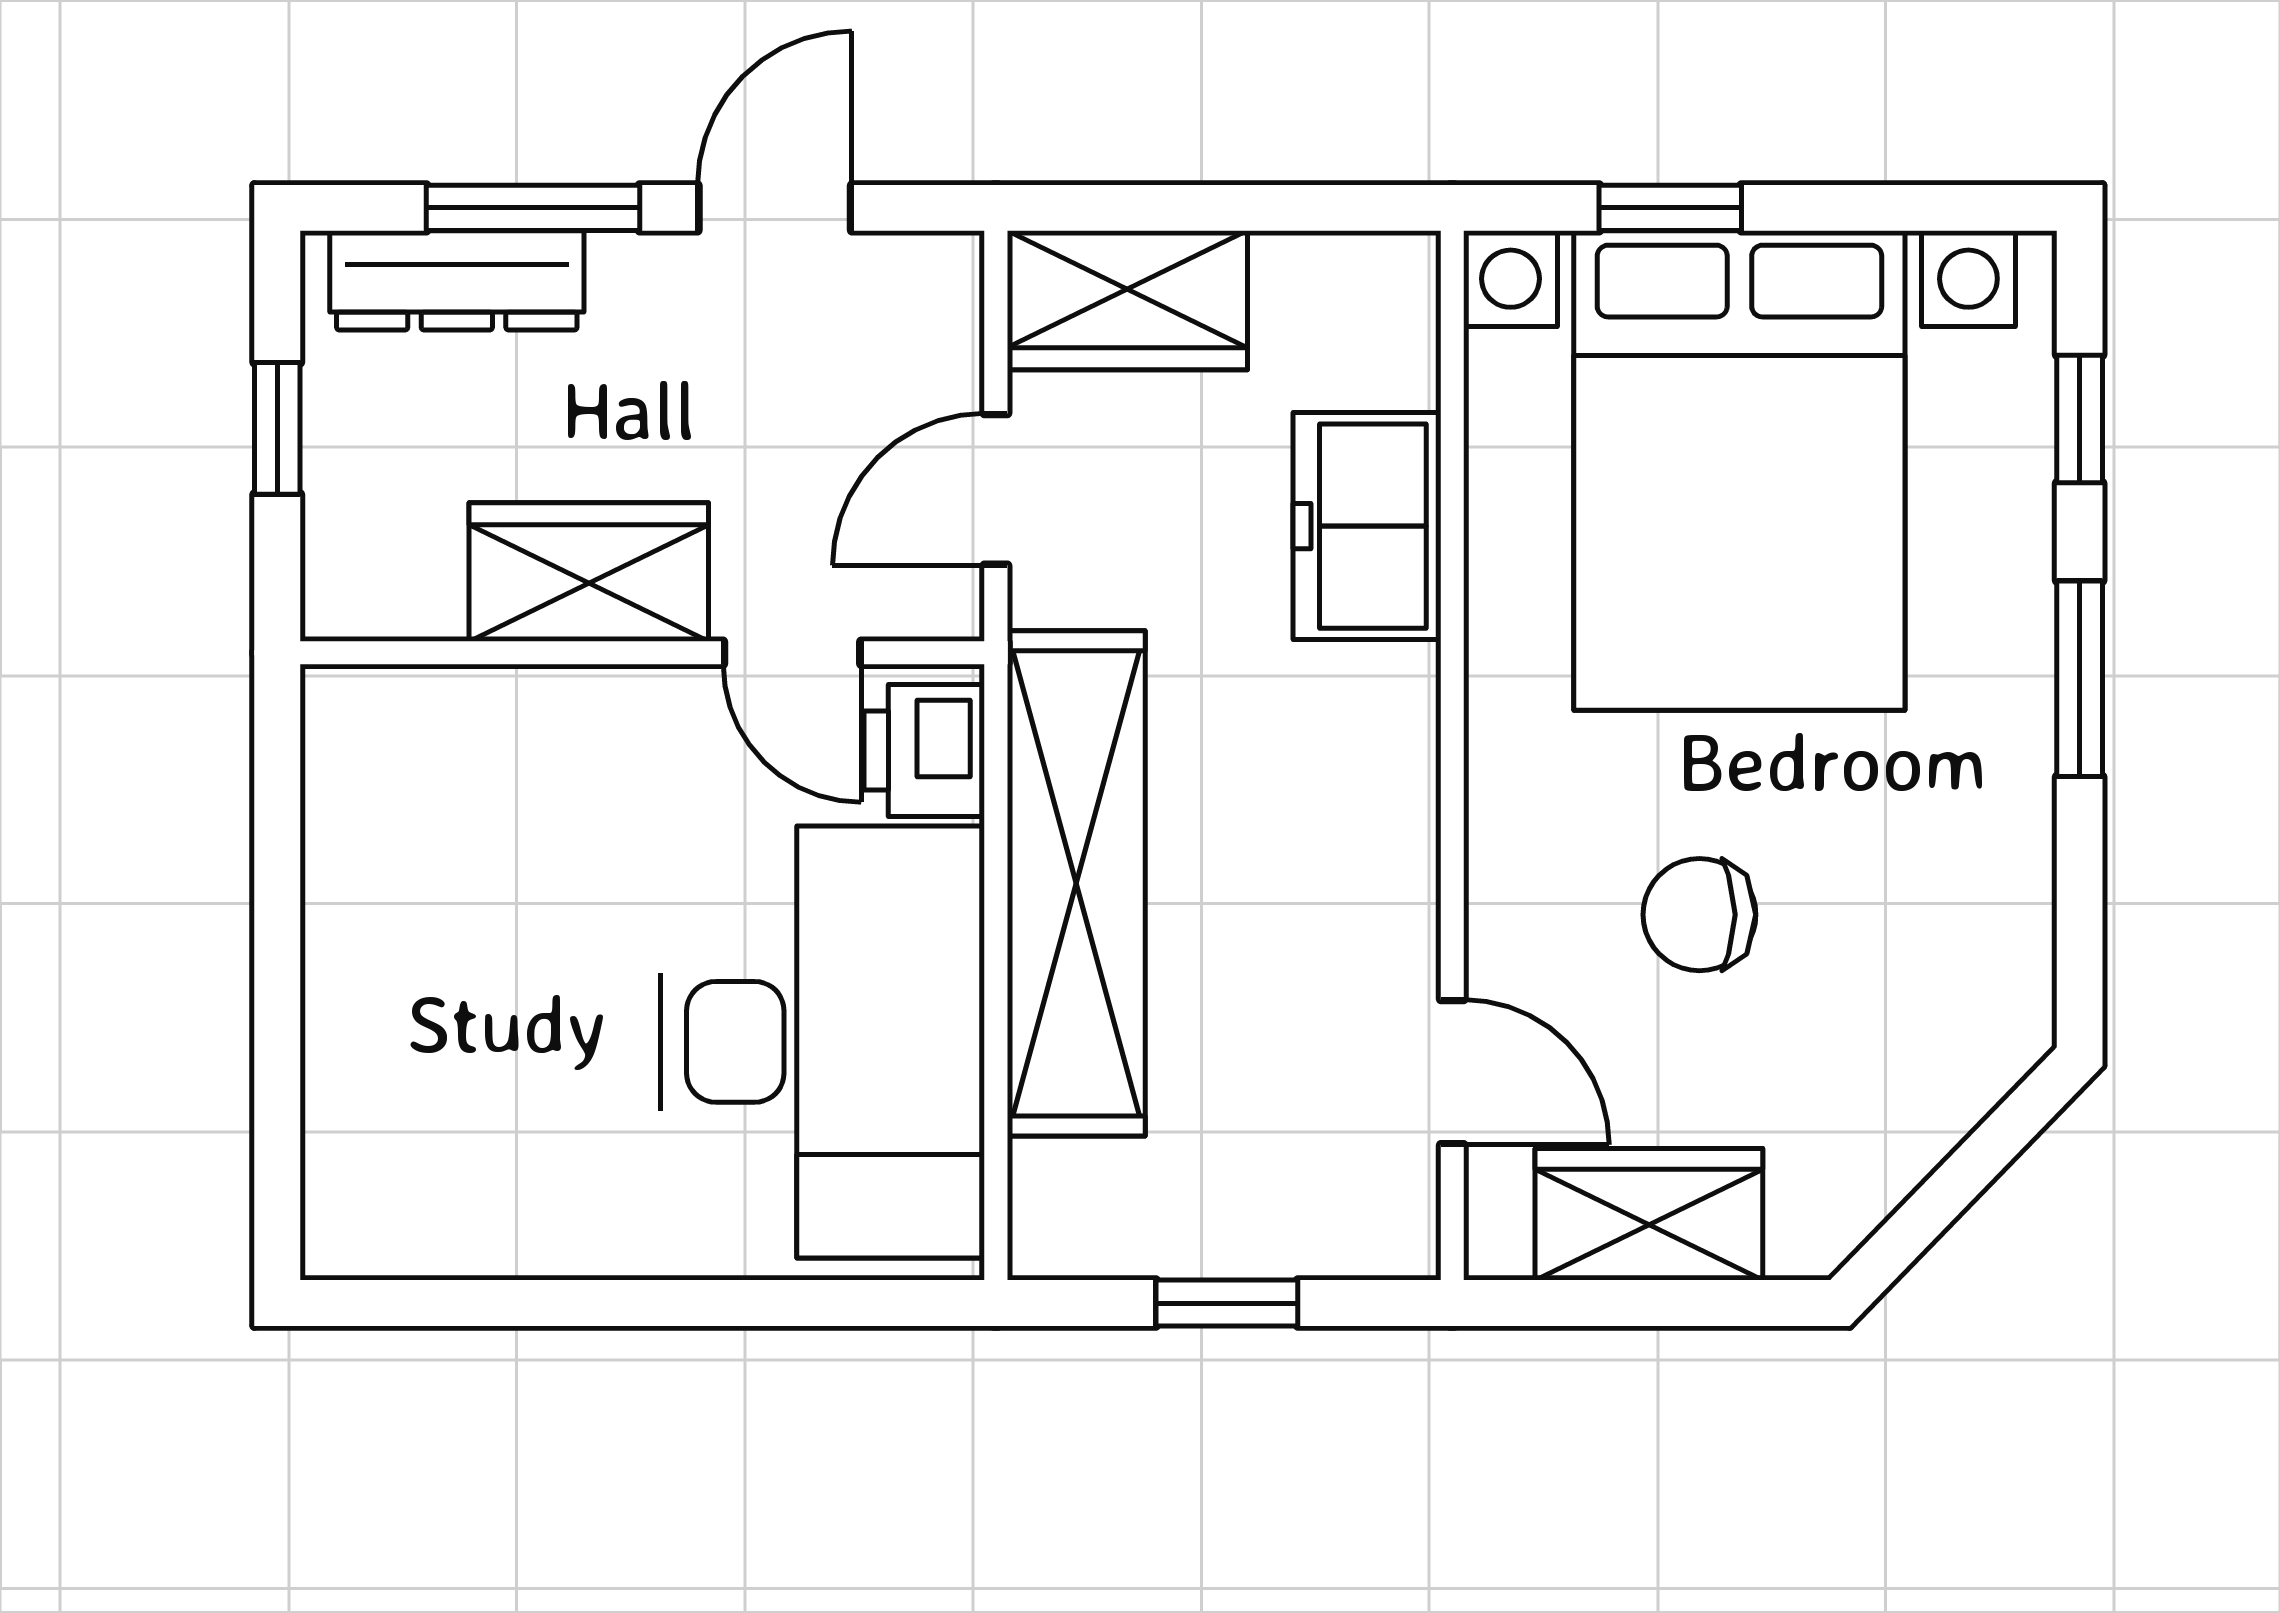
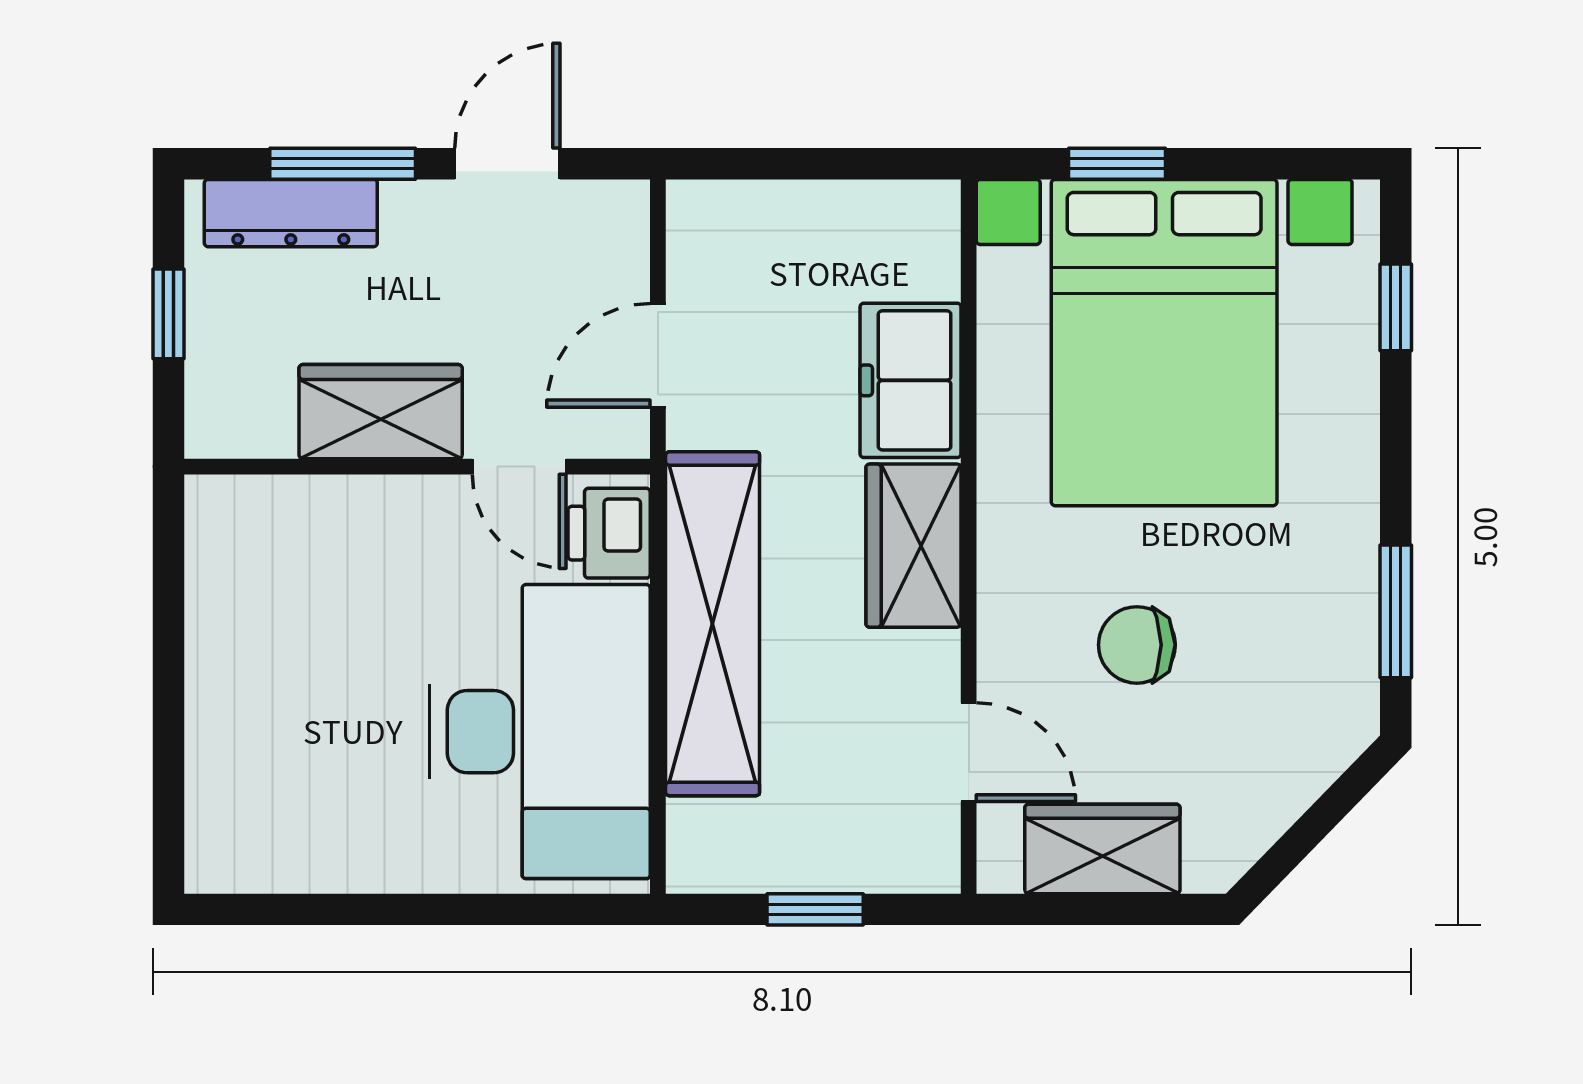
wardrobe: (1127, 300) -> (913, 546), moved, turned 90
window: (2080, 679) -> (1396, 611), moved

